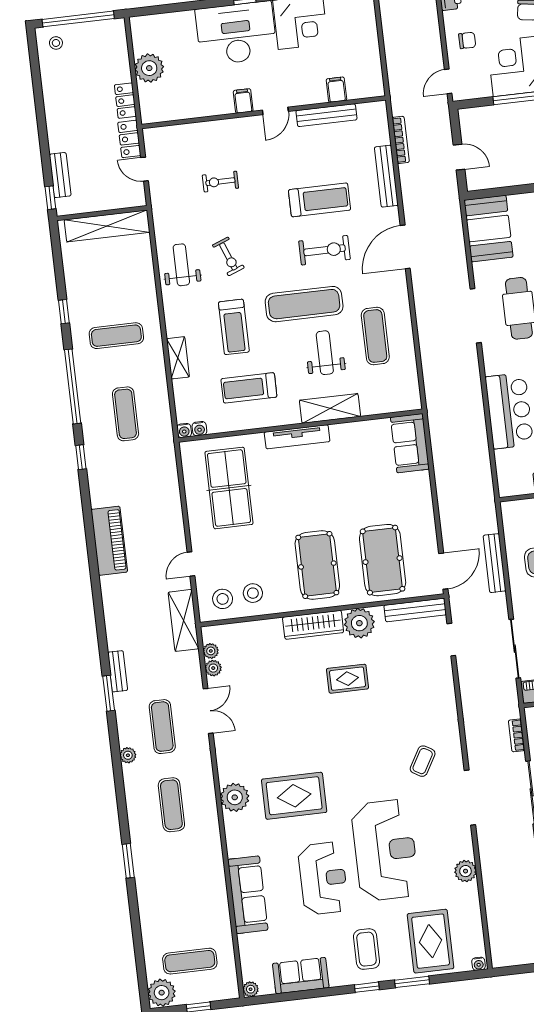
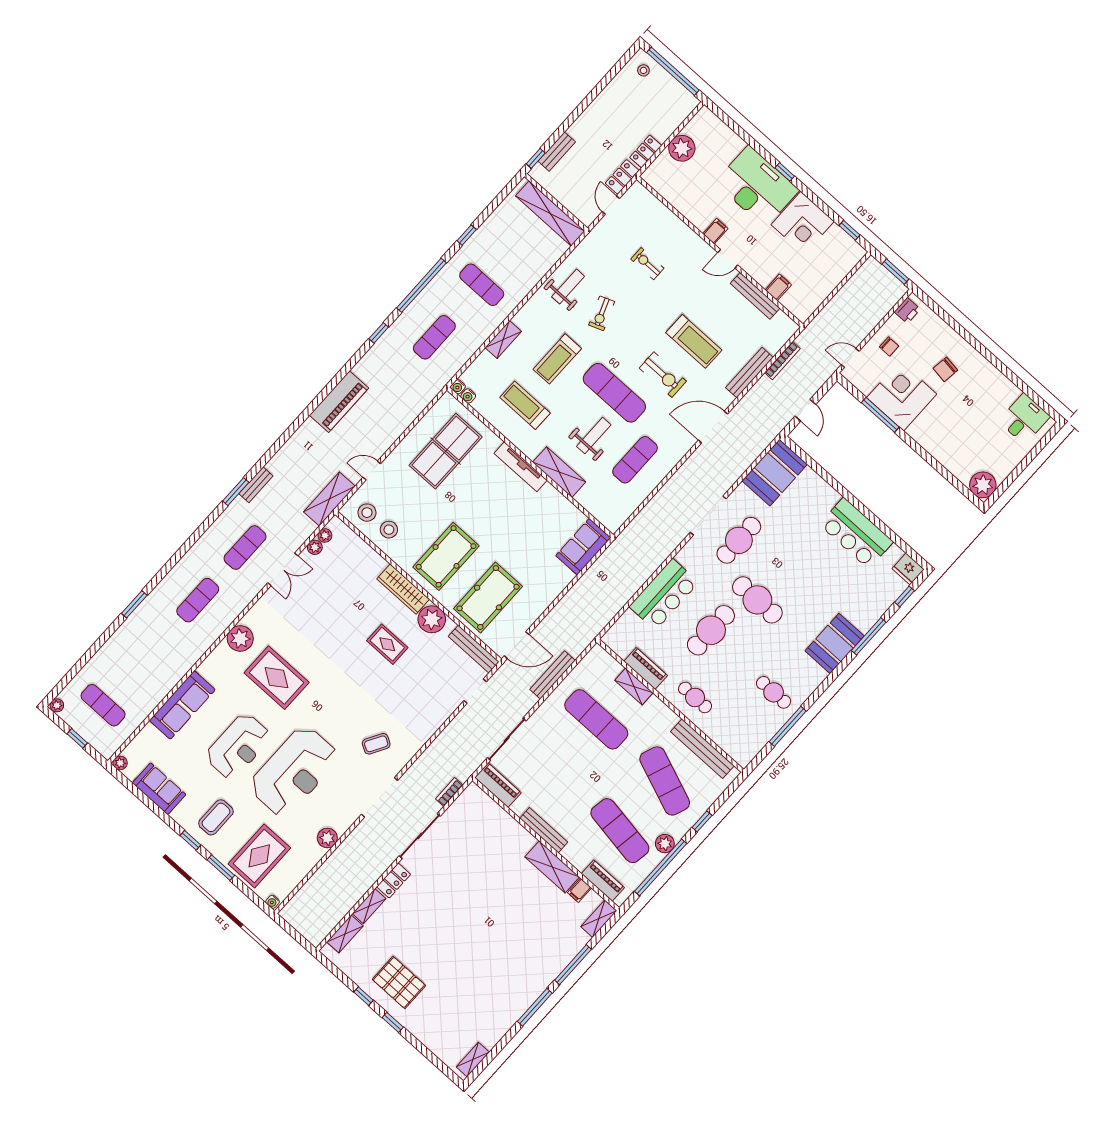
plant: (128, 755) -> (205, 541), removed
plant: (162, 993) -> (57, 705), width x0.53, depth x0.53

